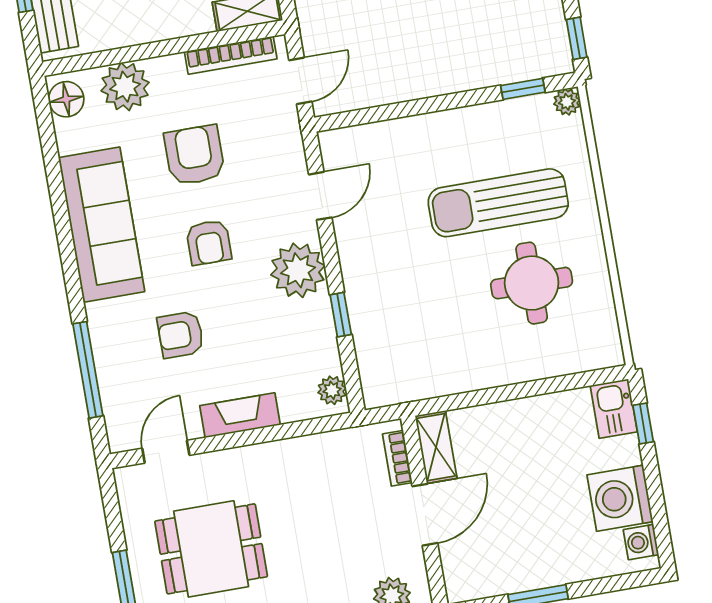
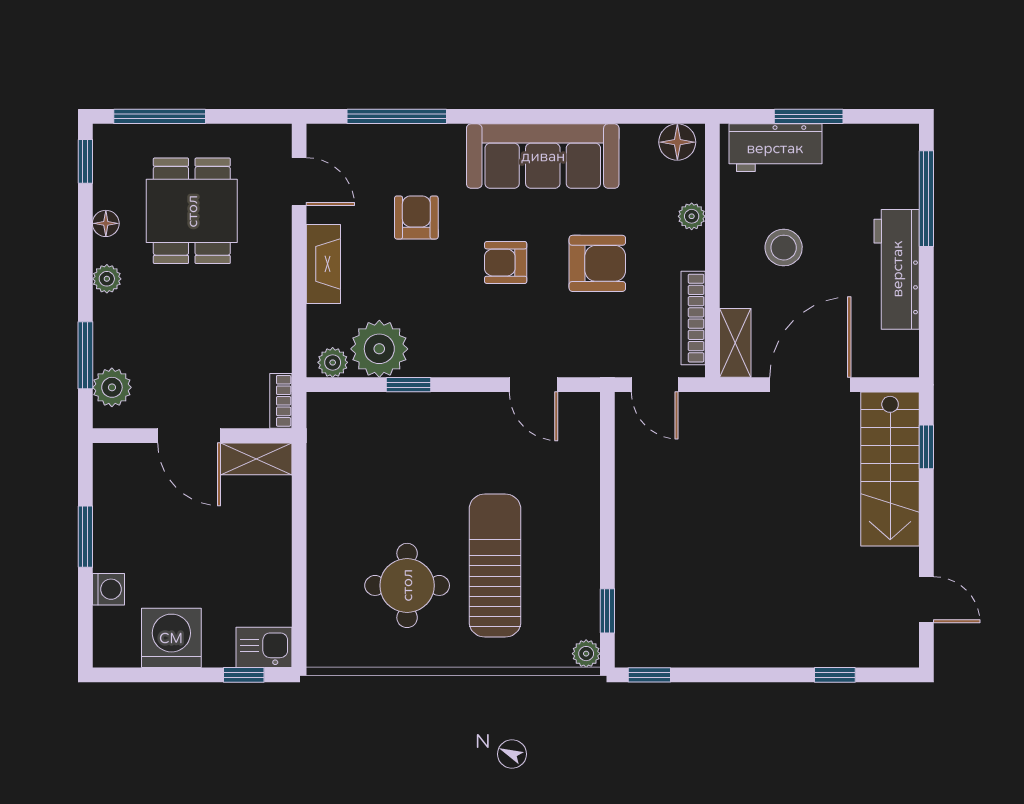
plant: (125, 87) -> (692, 216), width x0.53, depth x0.53
plant: (298, 270) -> (379, 349), moved
bookcase: (397, 458) -> (281, 401), moved, turned -90
washing machine: (641, 542) -> (108, 589), moved, turned 90

